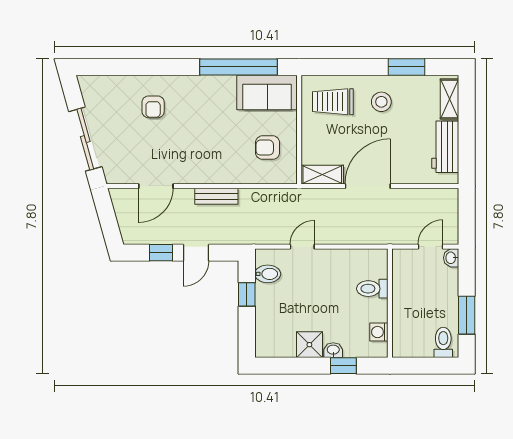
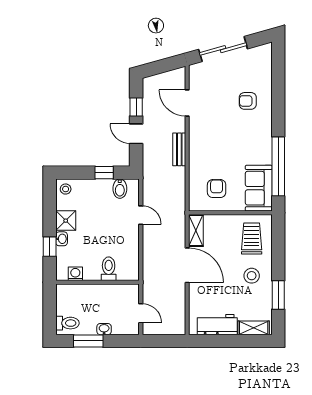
washbasin: (451, 258) -> (104, 329), moved
stool: (268, 345) -> (66, 189), added

